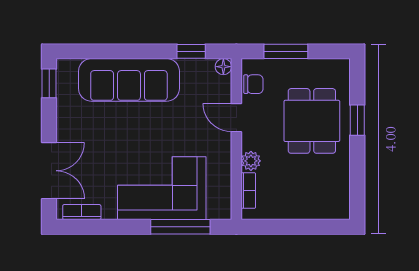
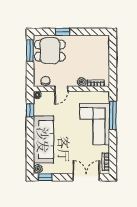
window: (286, 51) -> (30, 50), moved
plant: (67, 68) -> (38, 169), added
dining table: (312, 121) -> (50, 51), moved

